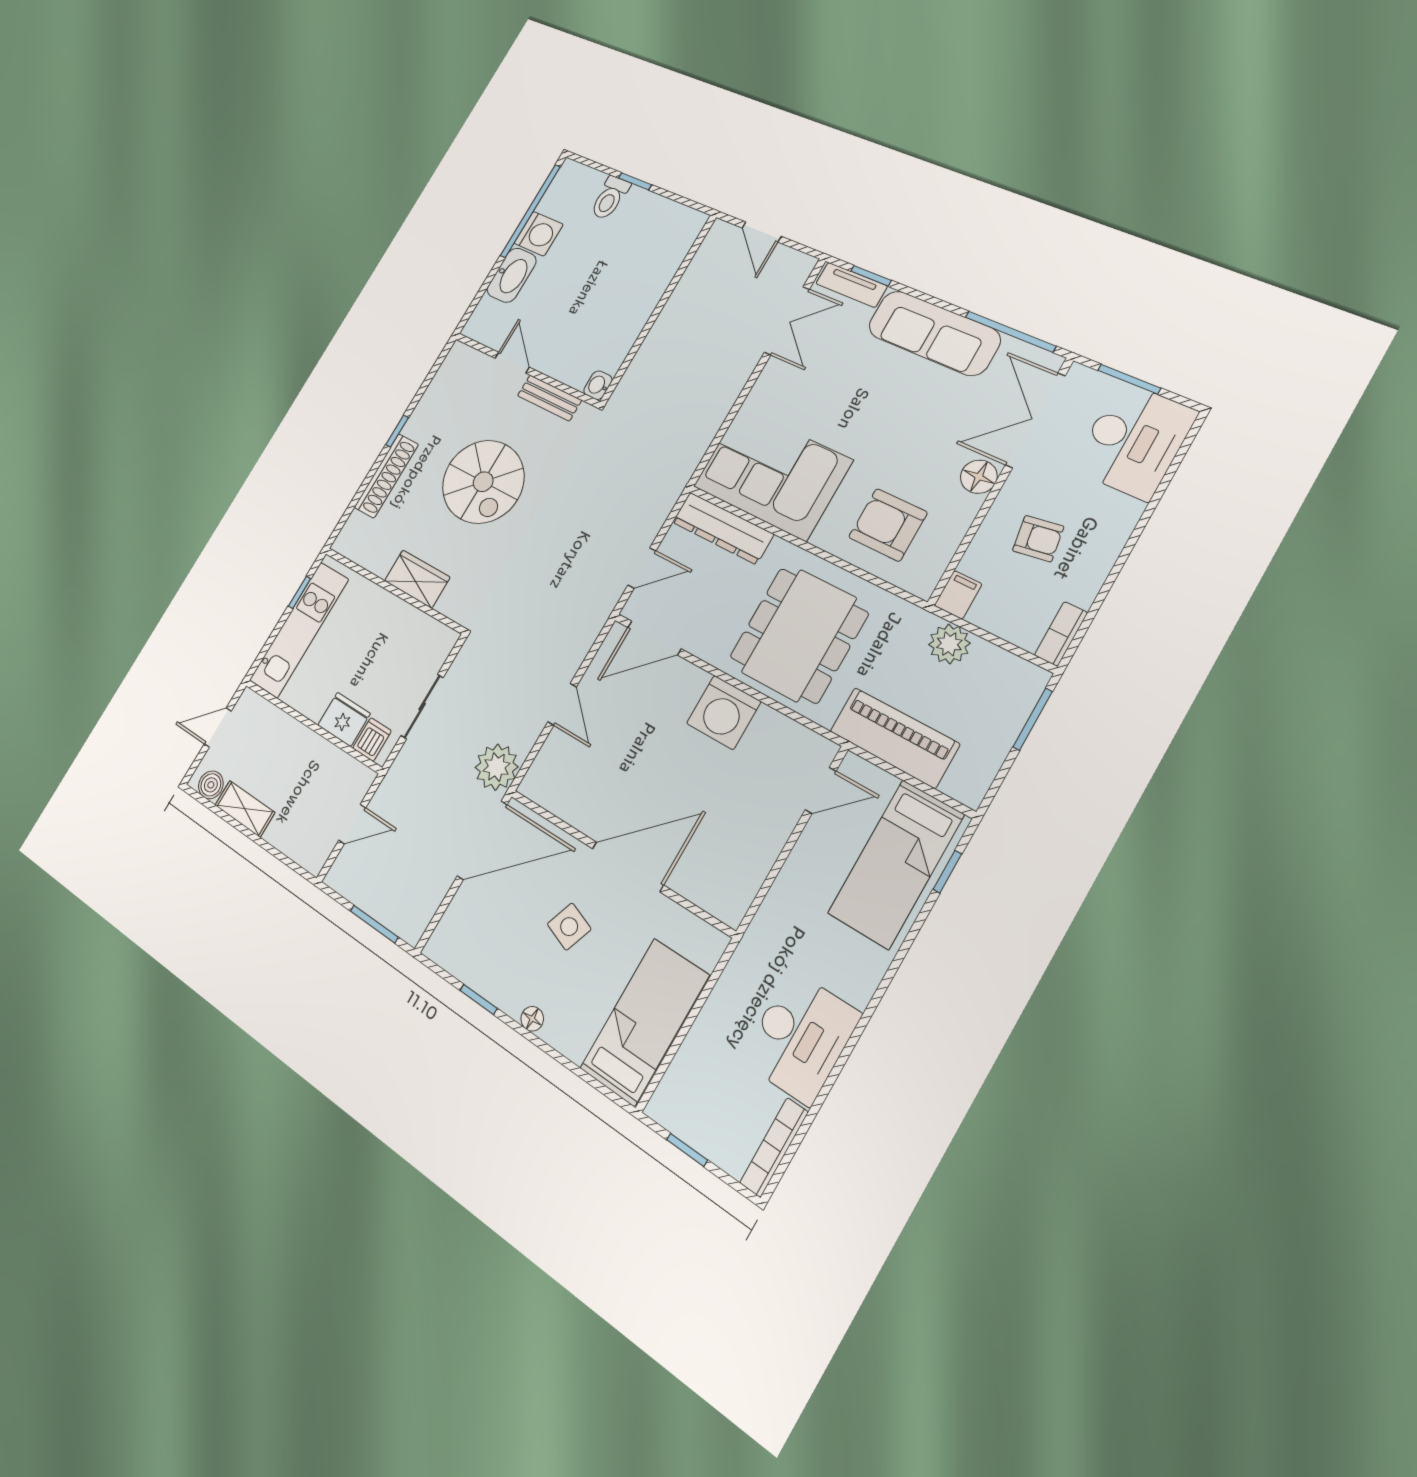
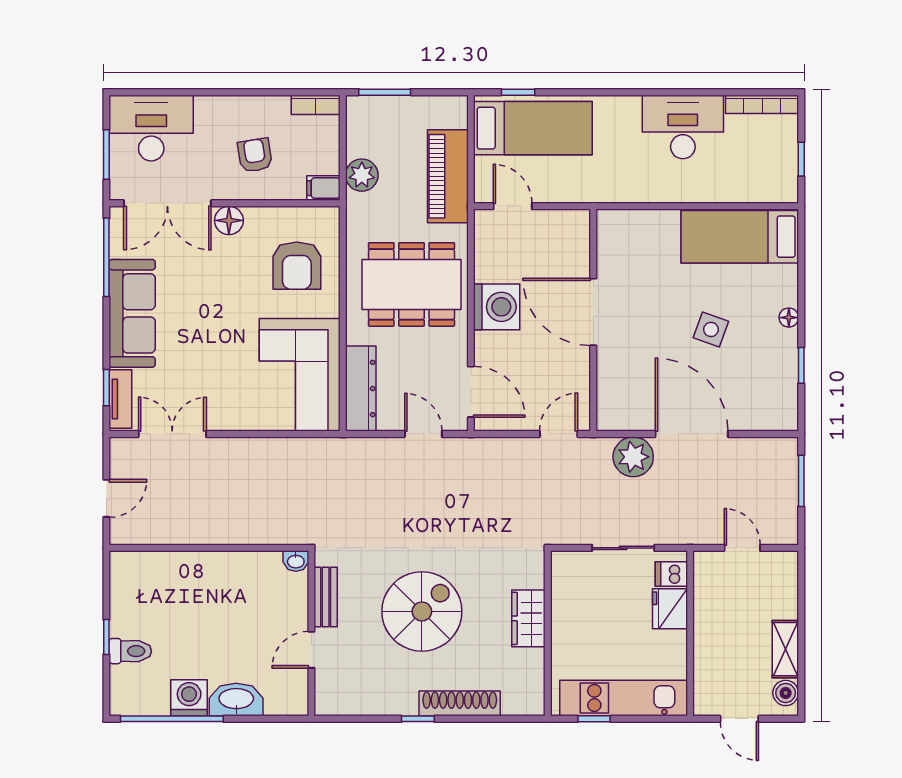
wall: (620, 862) -> (593, 320), moved
door: (628, 867) -> (593, 312), moved

